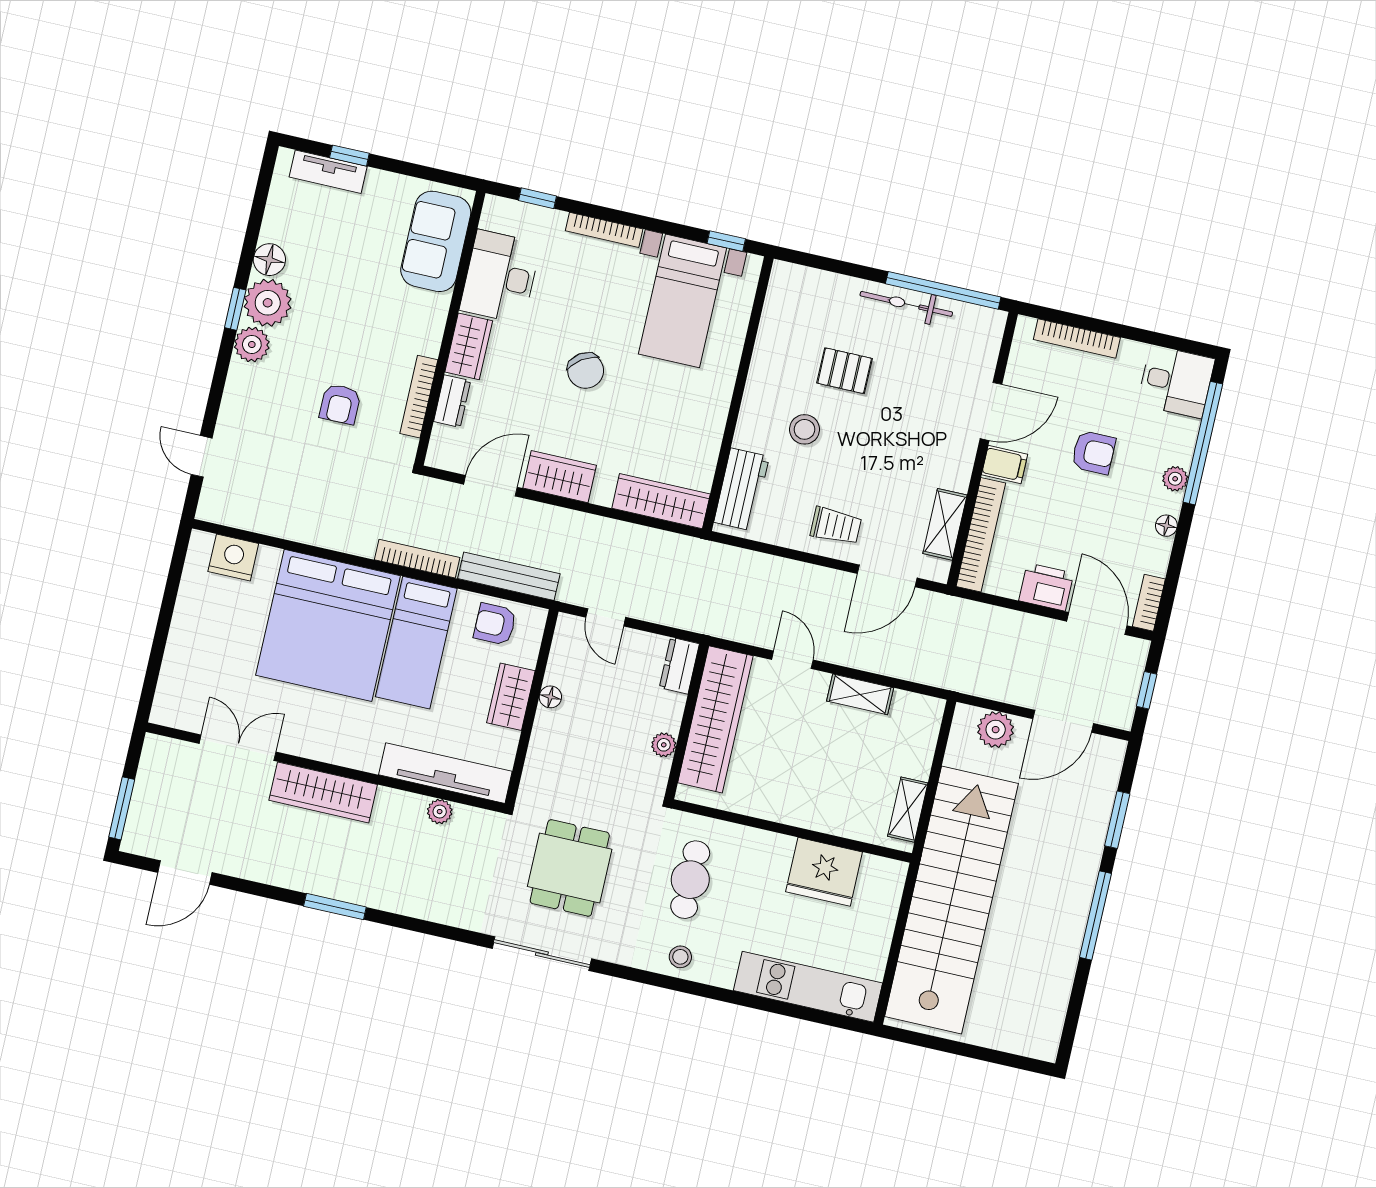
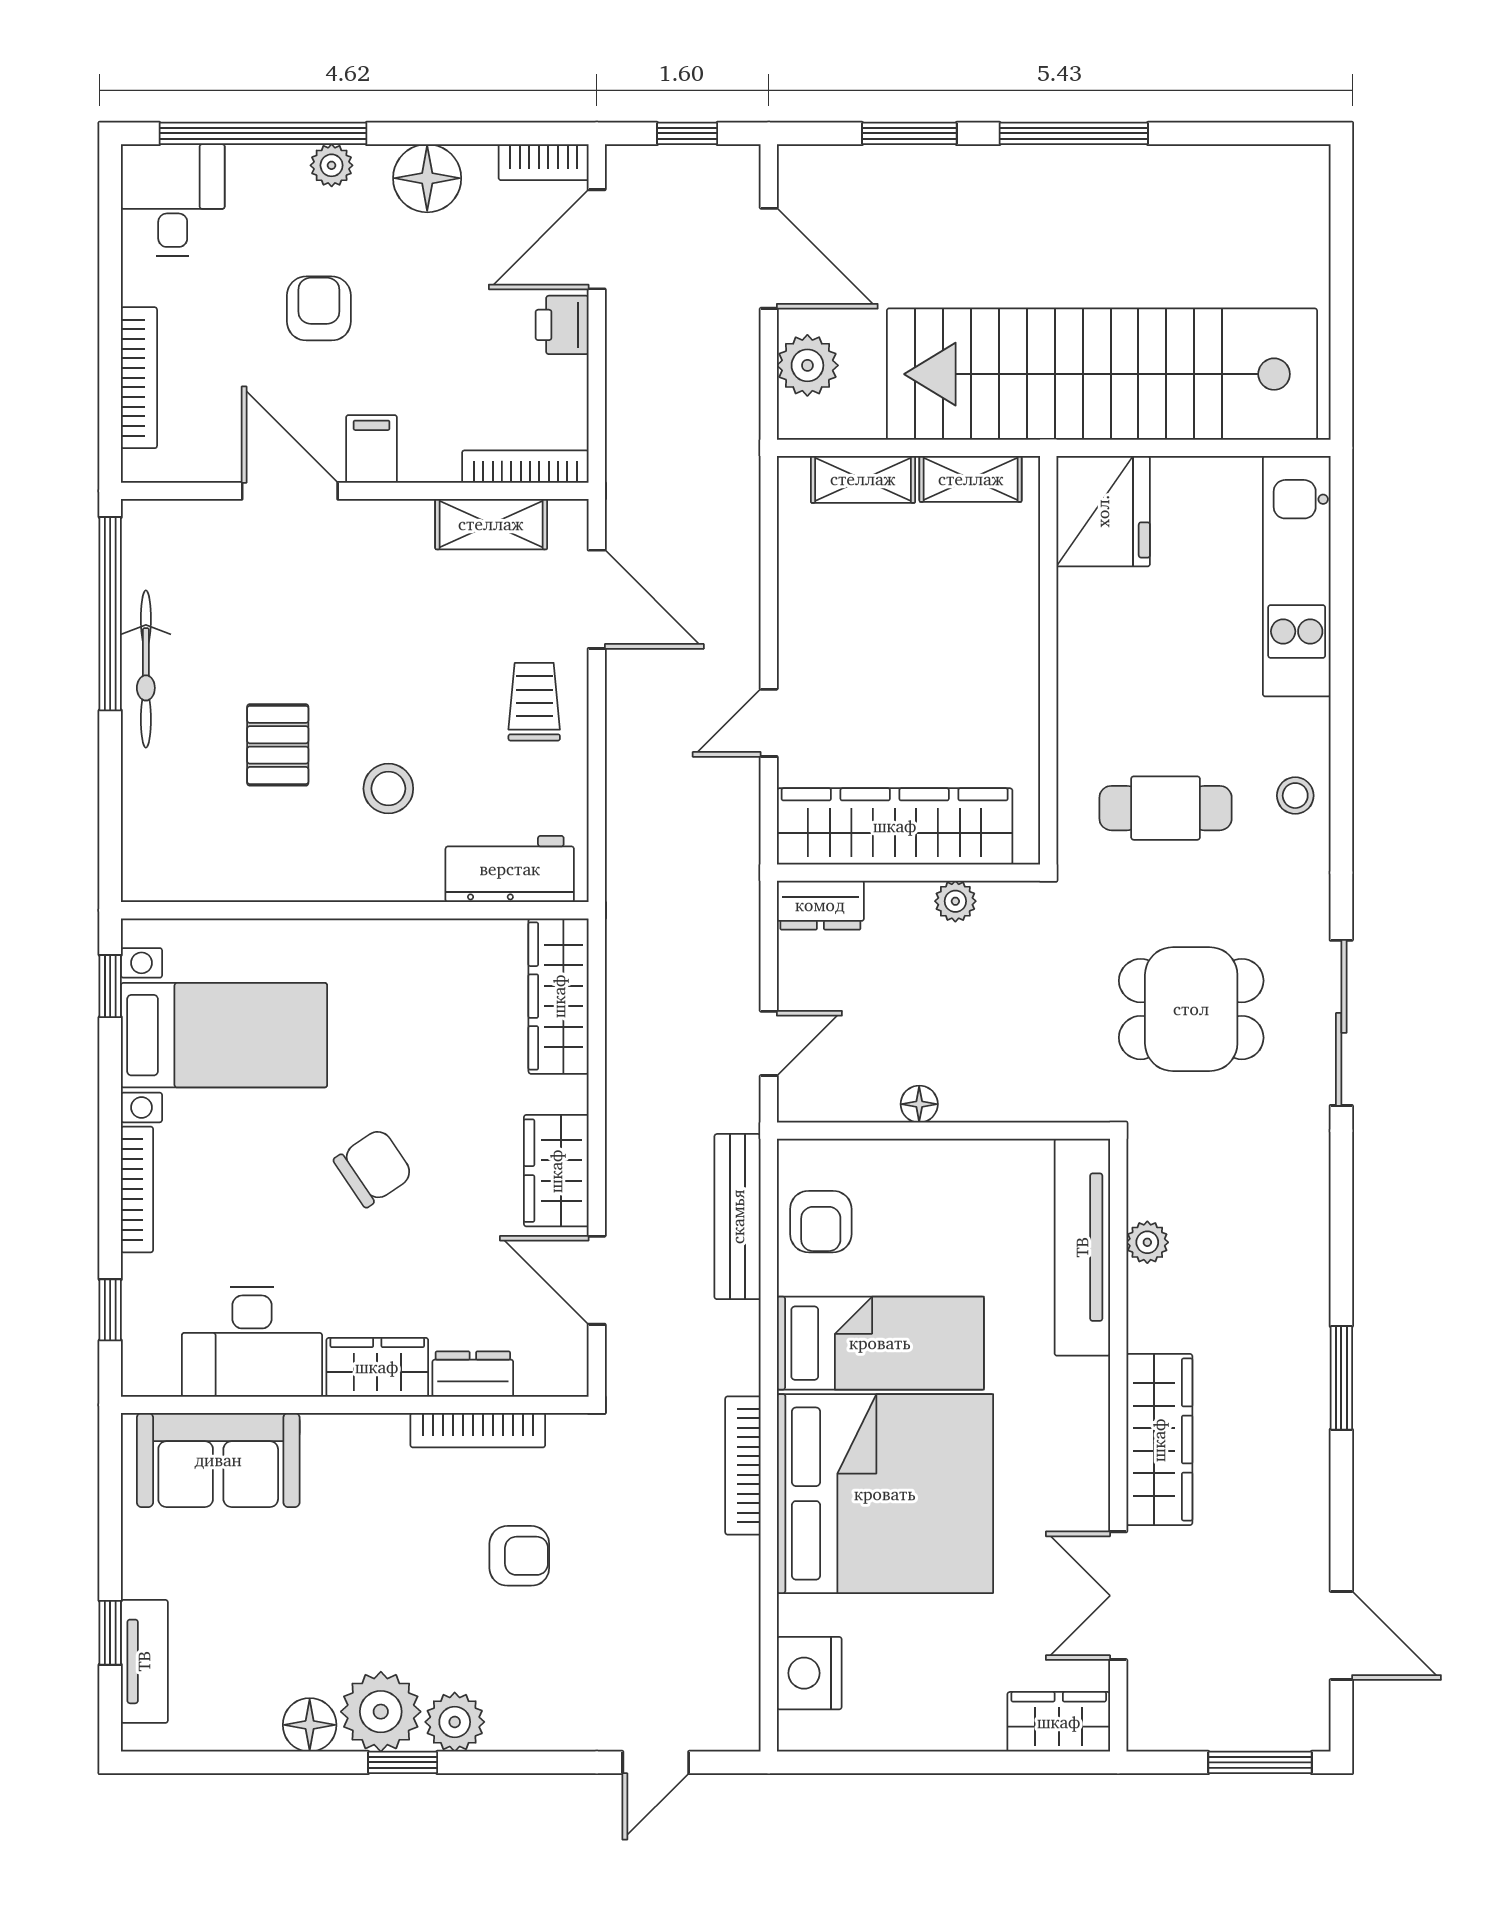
floor lamp: (1166, 526) -> (427, 178), width x1.89, depth x1.89
bookcase: (981, 535) -> (525, 467), width x0.68, depth x0.76
bookcase: (417, 559) -> (743, 1465), moved
printer: (1046, 587) -> (562, 325), width x0.73, depth x0.81
shelving: (860, 694) -> (863, 479), moved, turned 90
wardrobe: (511, 697) -> (1059, 1722), moved, turned 180
fridge: (824, 872) -> (1103, 511), moved

